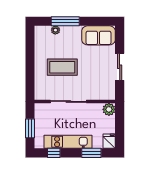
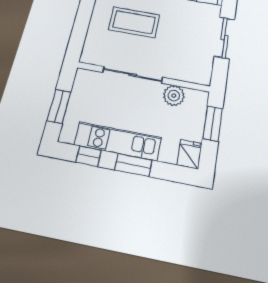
plant: (109, 109) -> (174, 96), moved
window: (120, 122) -> (213, 124), added
window: (91, 153) -> (133, 165), moved

